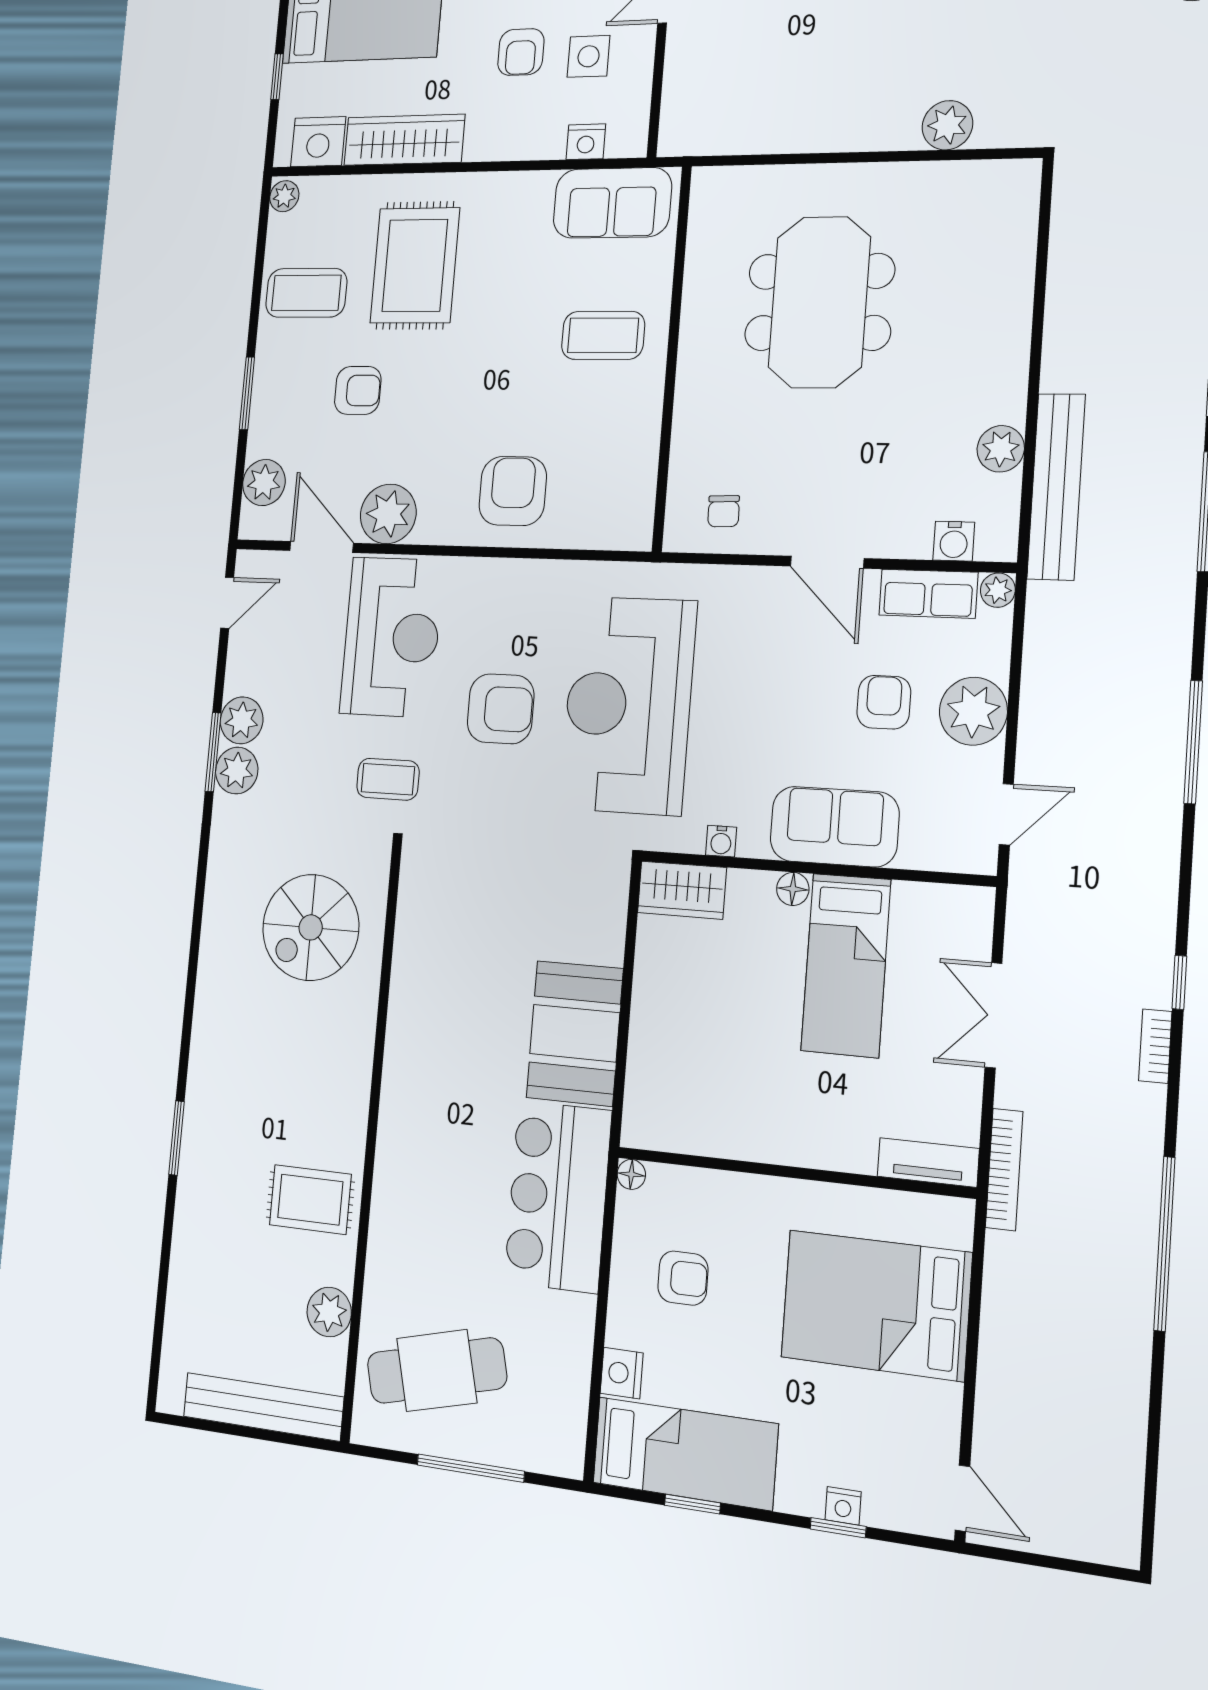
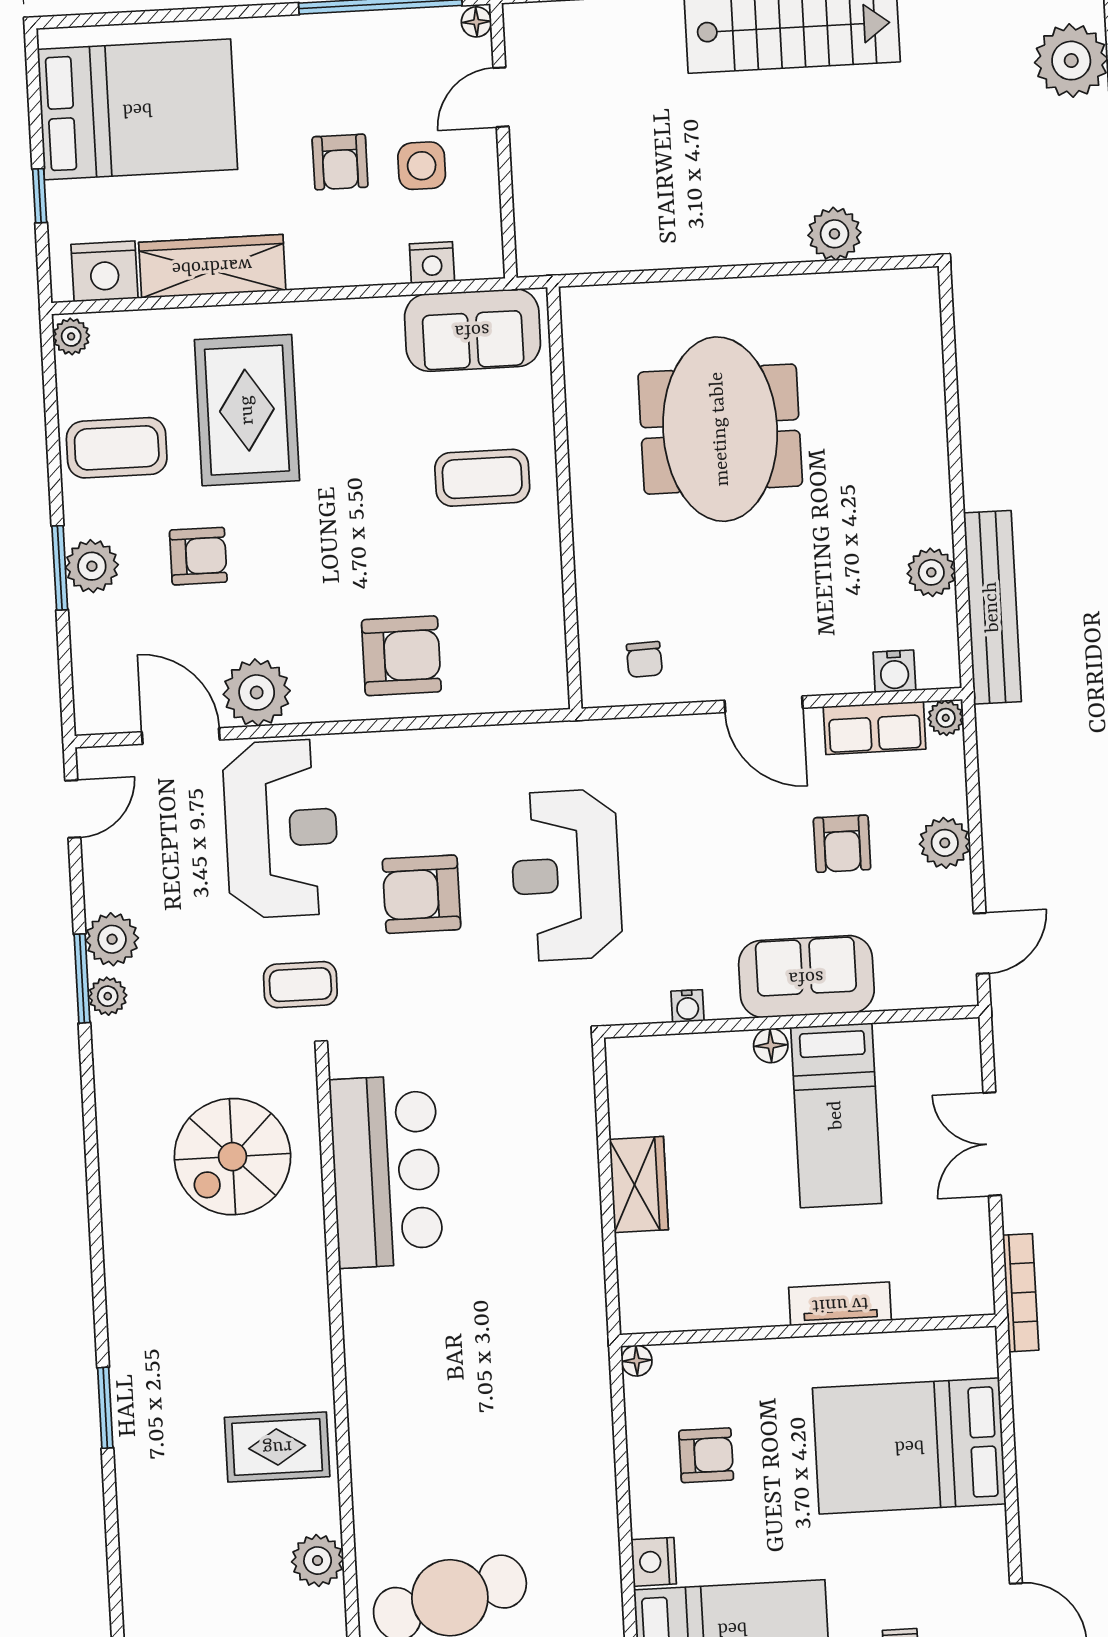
plant: (264, 483) -> (92, 566), moved
armchair: (513, 491) -> (401, 656), turned 90
armchair: (884, 702) -> (842, 844), turned 180
reception desk: (628, 705) -> (566, 875), width x0.74, depth x0.77
armchair: (501, 709) -> (422, 894), turned 180
plant: (973, 711) -> (945, 843), width x0.73, depth x0.73
plant: (237, 771) -> (108, 996), width x0.73, depth x0.73
wardrobe: (682, 890) -> (639, 1185), moved, turned -90
booth: (575, 1033) -> (554, 1226), removed
tv unit: (928, 1163) -> (840, 1304), moved
bar counter: (558, 1196) -> (386, 1171), moved, turned 180

